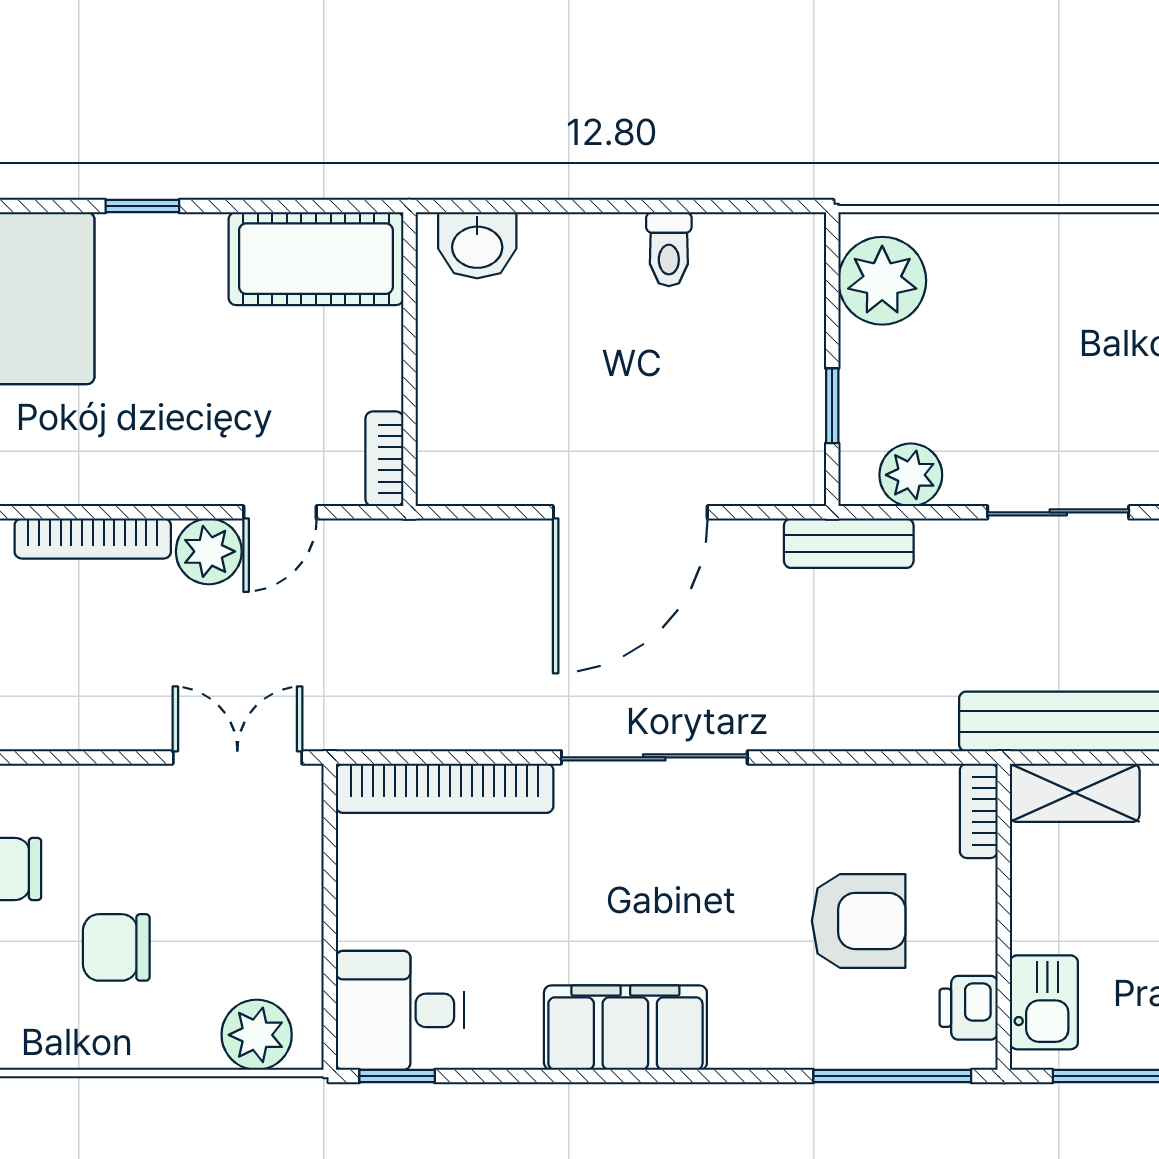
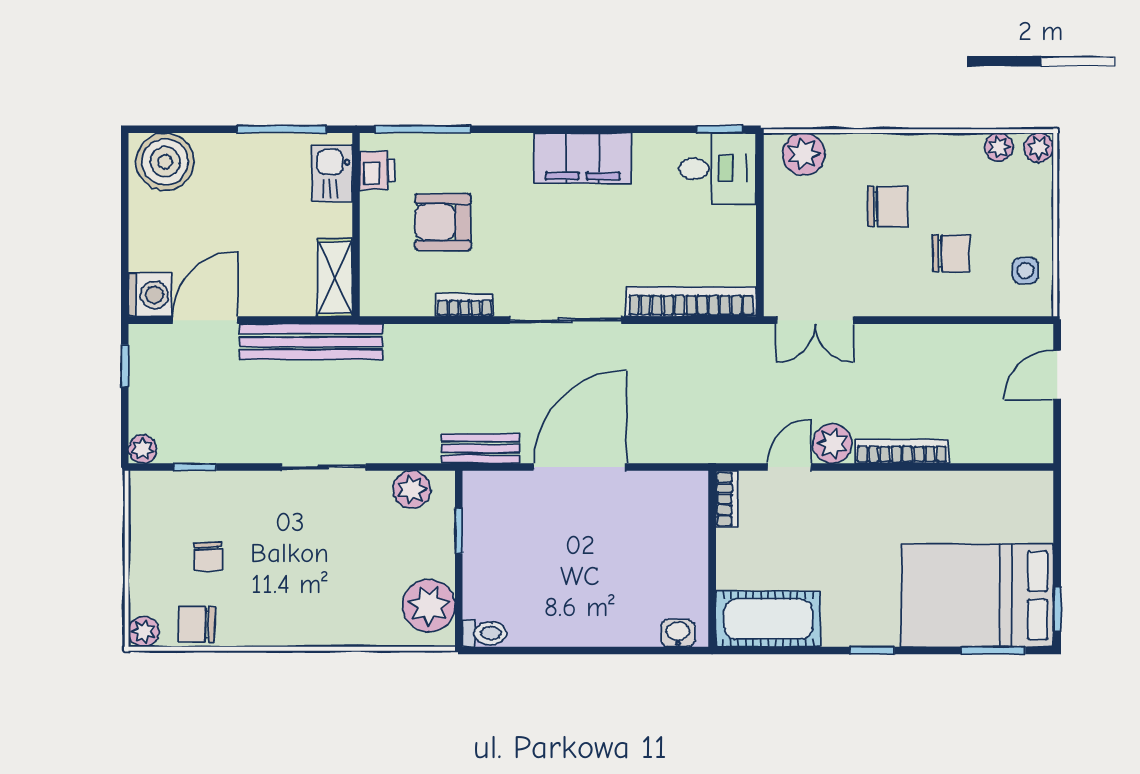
washbasin: (477, 245) -> (678, 633), width x0.72, depth x0.69
toilet: (669, 249) -> (485, 633), moved, turned 90
bench: (849, 543) -> (480, 448), moved
shelving: (1075, 793) -> (335, 278), moved, turned 90
bookcase: (979, 811) -> (465, 305), moved, turned -90

